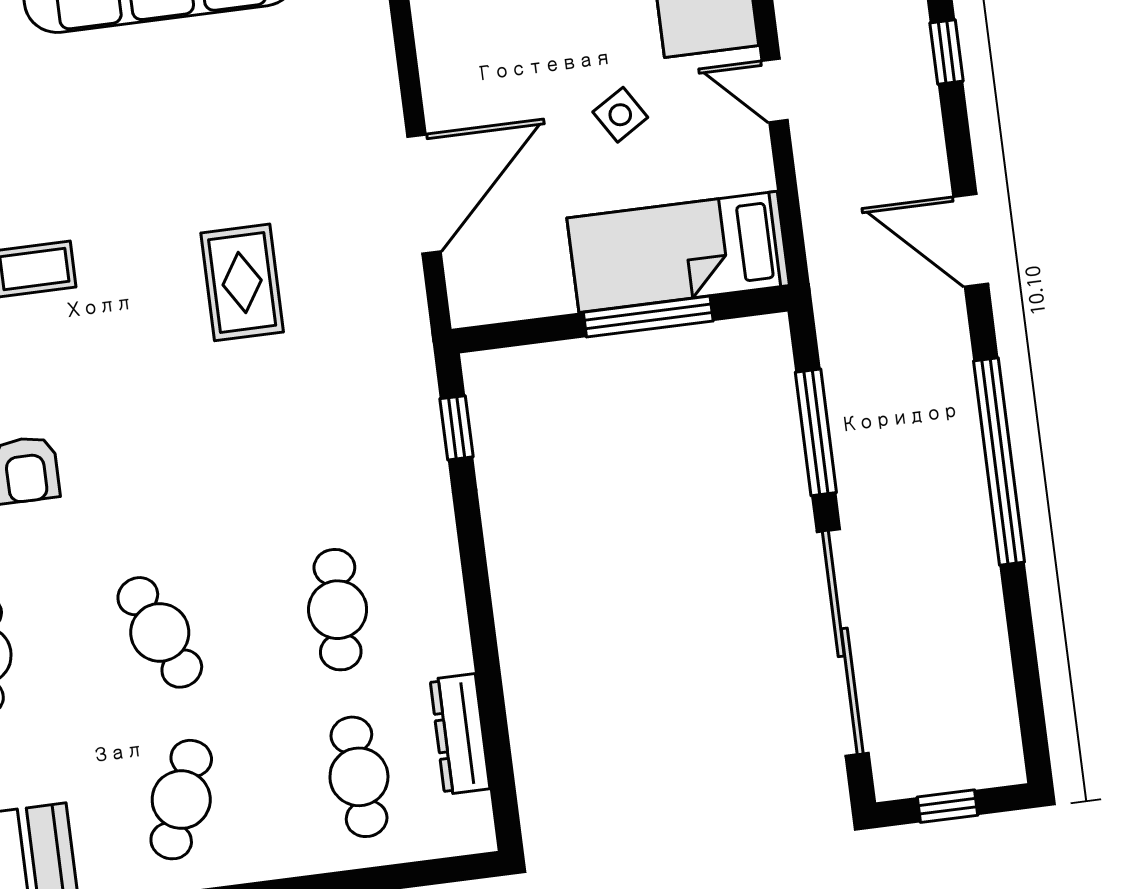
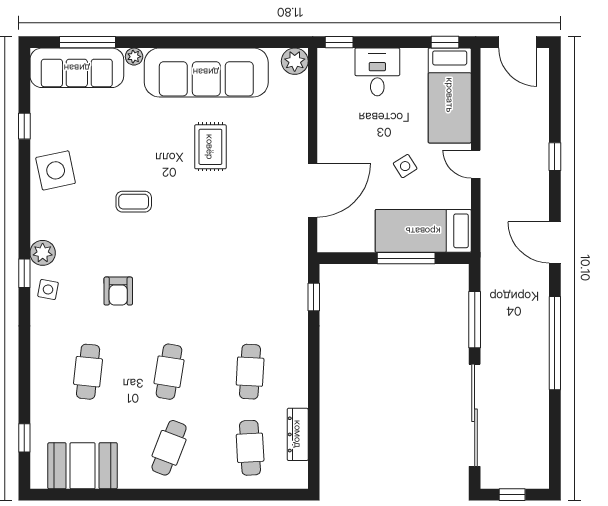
rug: (242, 282) -> (210, 147), moved
cafe table: (160, 632) -> (169, 372), turned 33

